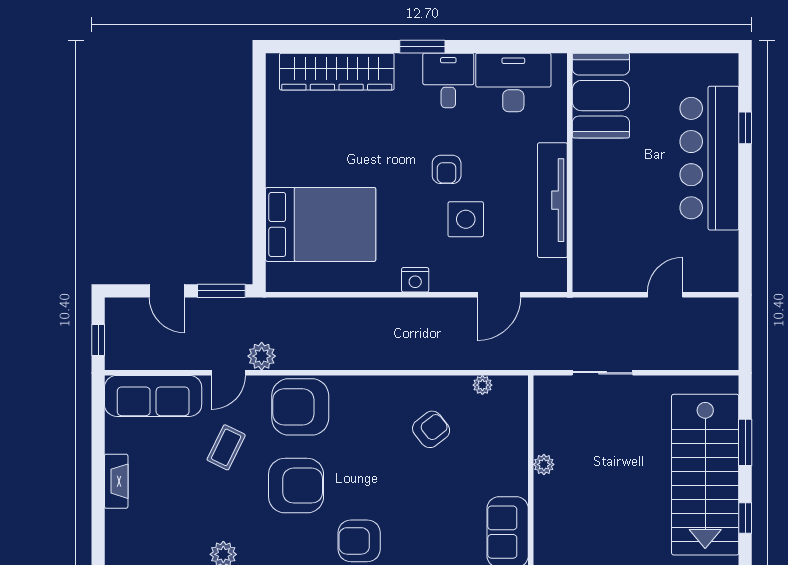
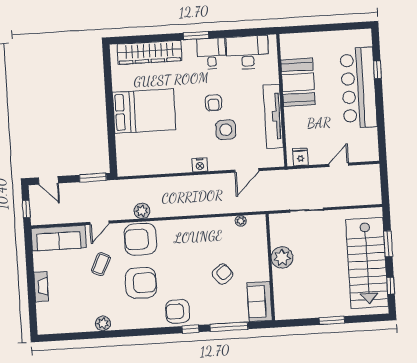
booth: (601, 96) -> (298, 82), moved
bed: (321, 224) -> (144, 111), moved
fridge: (597, 277) -> (300, 157), added
door: (167, 291) -> (48, 180), moved
plant: (262, 356) -> (142, 211), moved
armchair: (431, 429) -> (222, 274), moved
plant: (544, 464) -> (282, 257), width x1.88, depth x1.88

